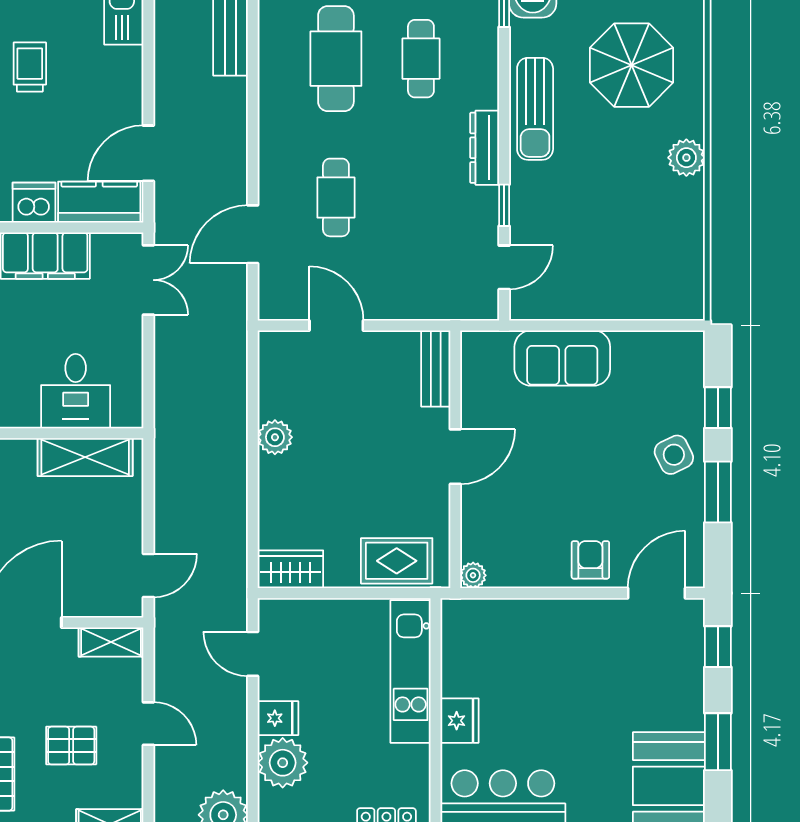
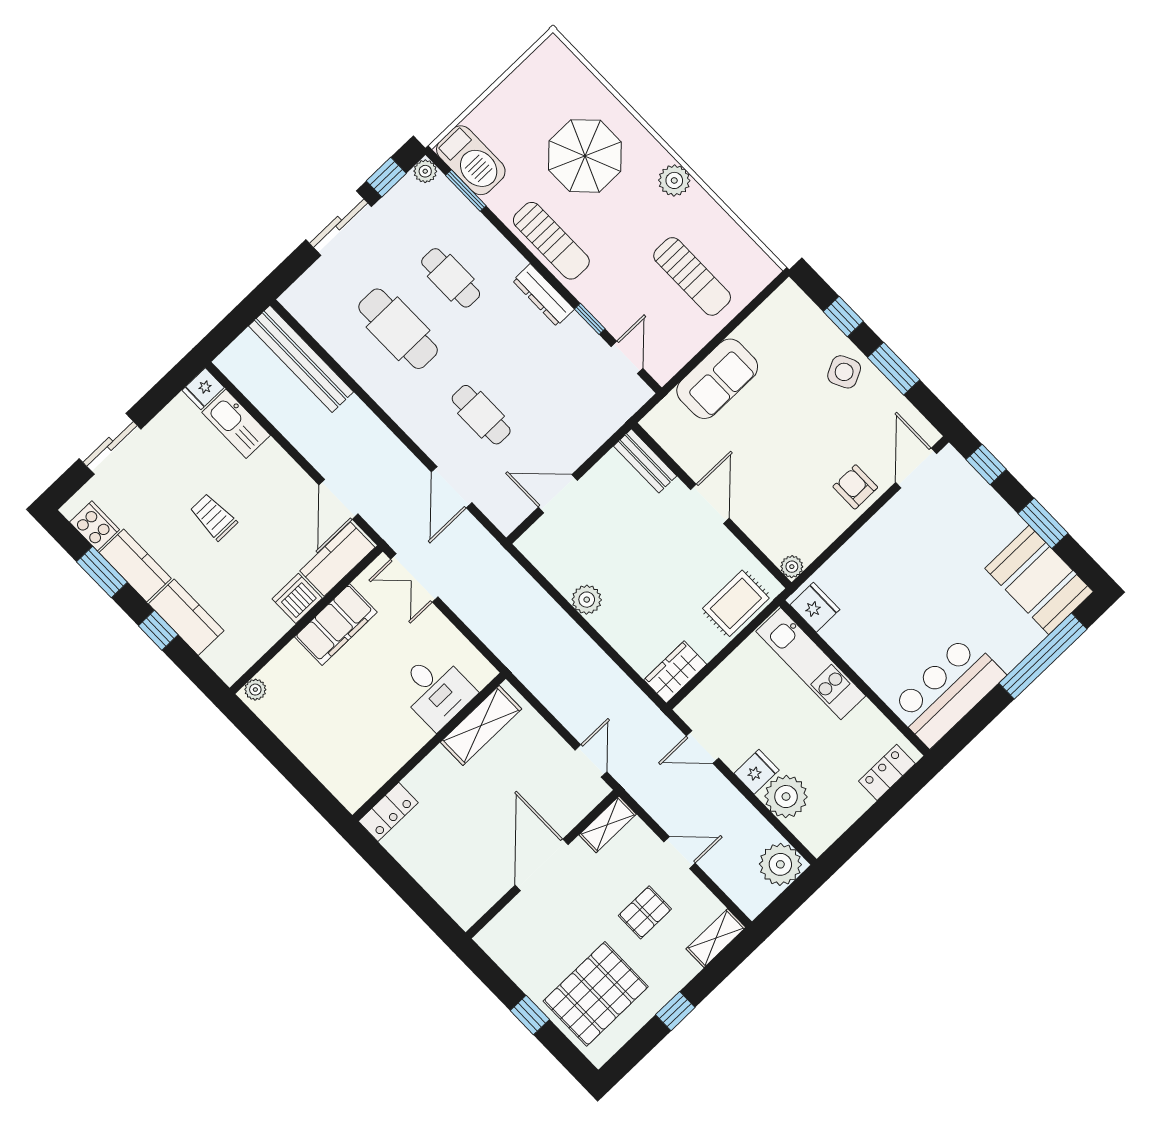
sun lounger: (624, 252) -> (692, 276), added
double door: (148, 280) -> (414, 578), swing flipped
fridge: (460, 721) -> (815, 607), moved

